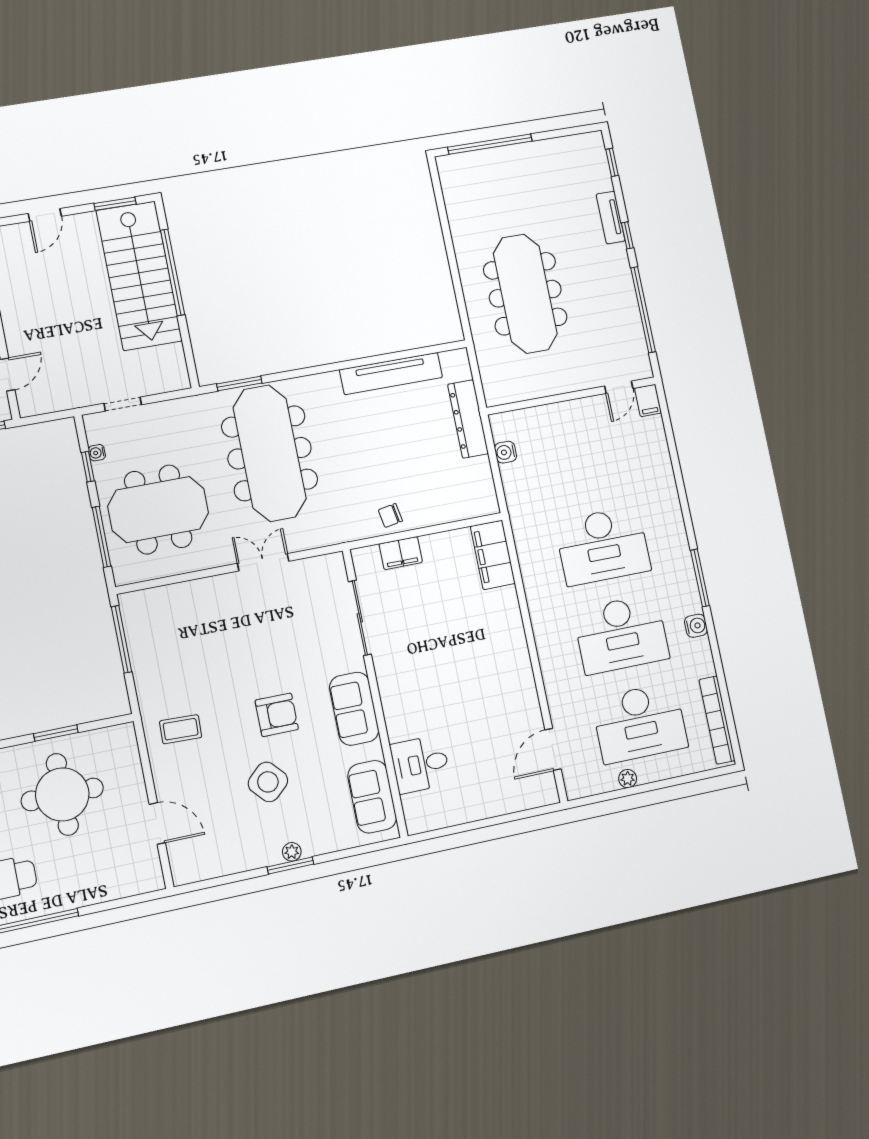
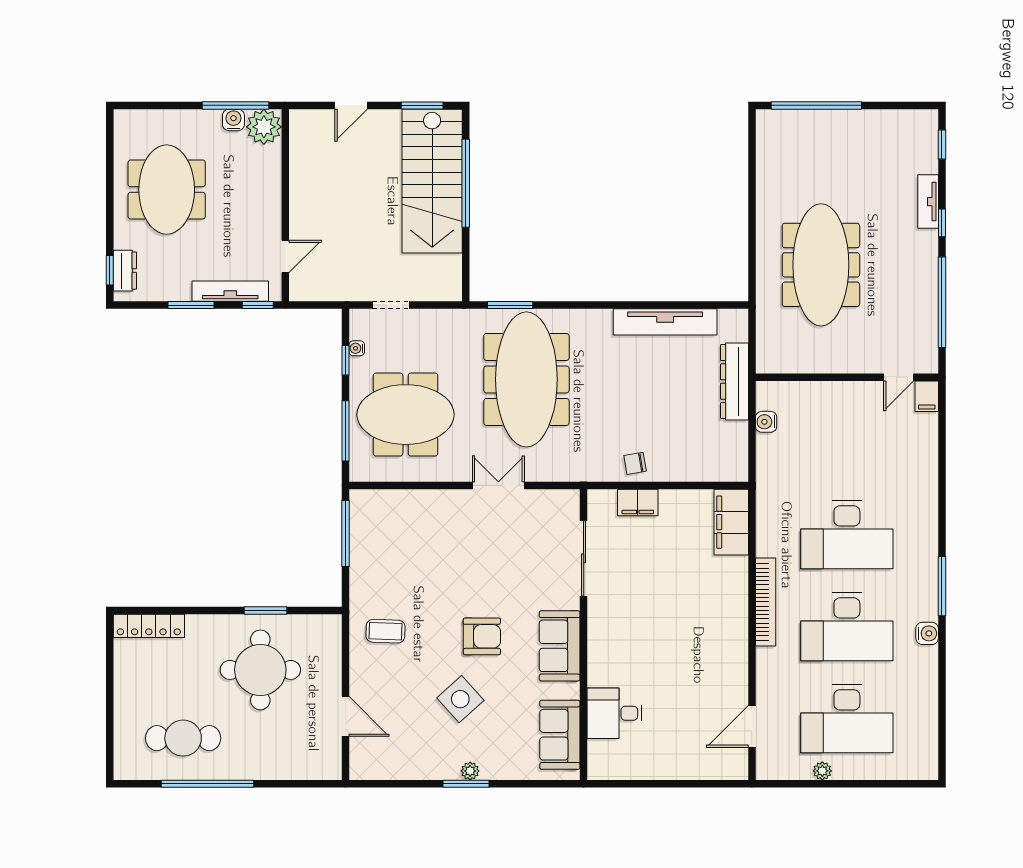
bookcase: (717, 720) -> (766, 602), moved, turned 180

